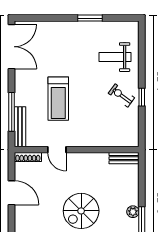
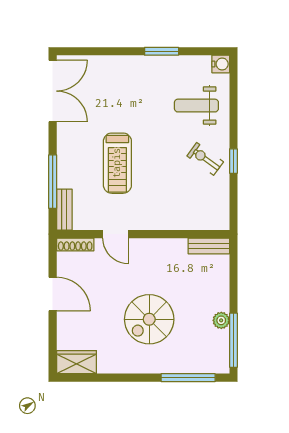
water cooler: (133, 27) -> (221, 64), added
bench: (20, 127) -> (64, 210), width x0.73

